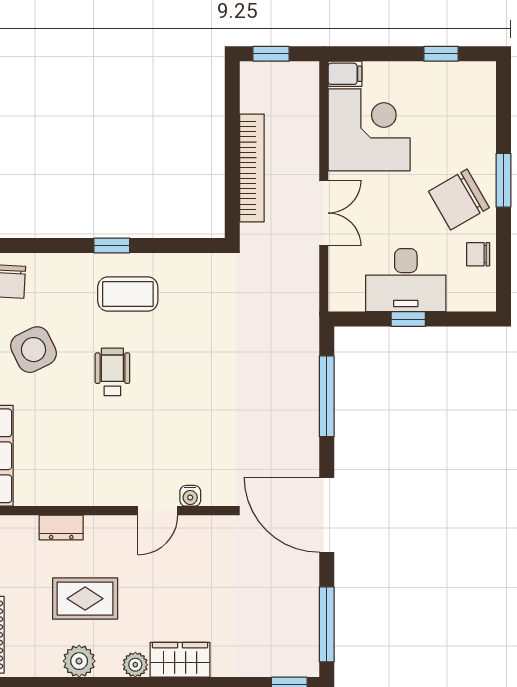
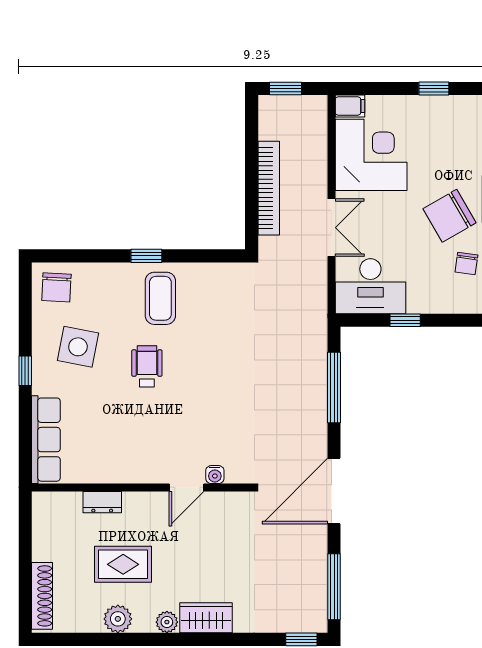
chair: (478, 254) -> (466, 264), turned -82
desk: (406, 280) -> (370, 286), moved
coffee table: (128, 294) -> (160, 298), turned 90
side table: (33, 350) -> (78, 347), turned 37
door: (327, 515) -> (334, 491), hinge flipped

